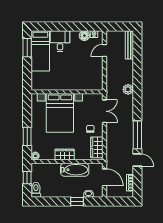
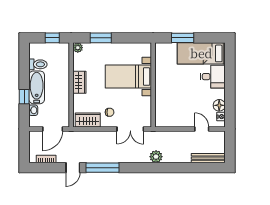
window: (27, 48) -> (183, 38), moved
bed with nightstands: (60, 113) -> (128, 77), width x0.73
bathtub: (75, 170) -> (37, 87), moved, turned 180
toilet: (36, 190) -> (38, 64), moved

